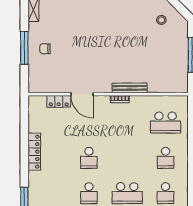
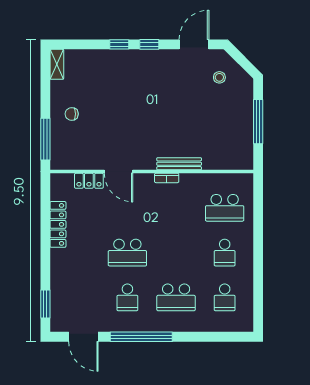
window: (24, 48) -> (45, 139), moved
locker: (34, 152) -> (58, 224), moved
school desk: (89, 158) -> (127, 253), width x1.85

